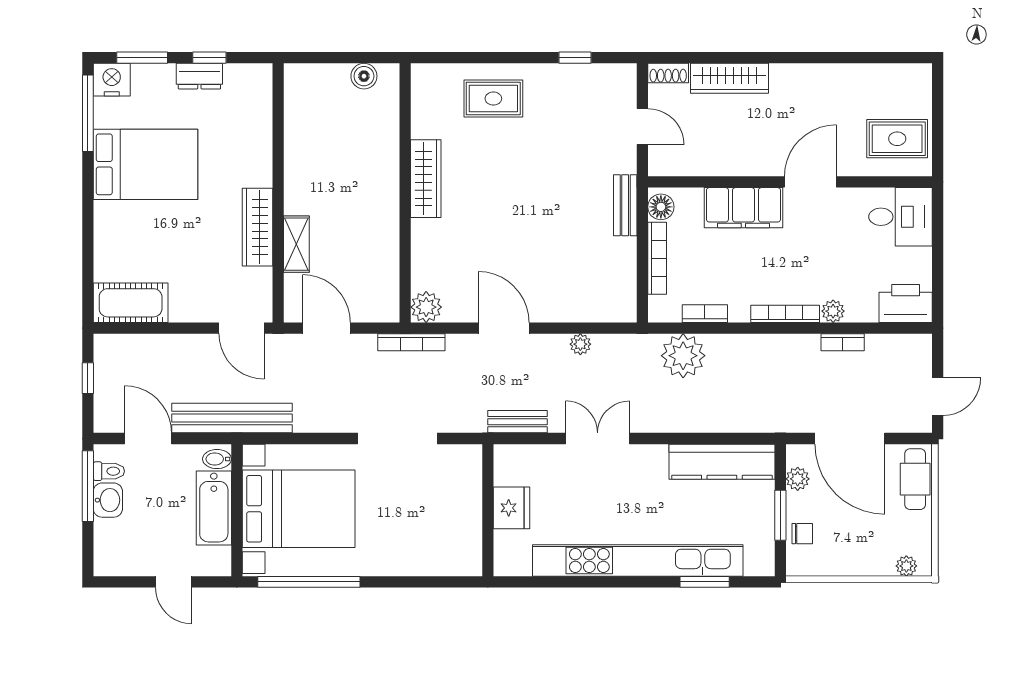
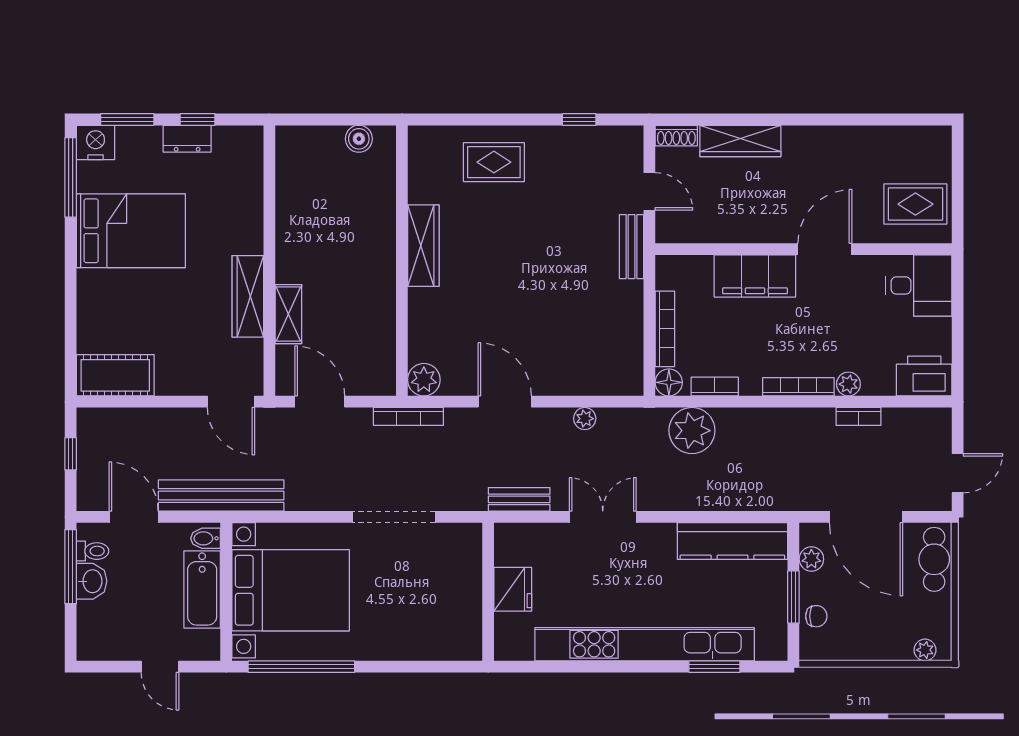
bench: (625, 205) -> (632, 247), moved
floor lamp: (661, 207) -> (669, 382), moved

